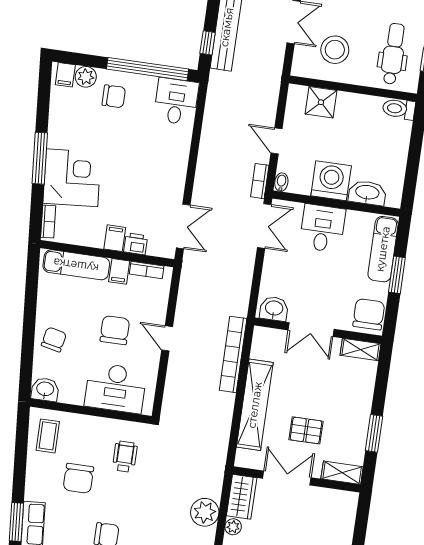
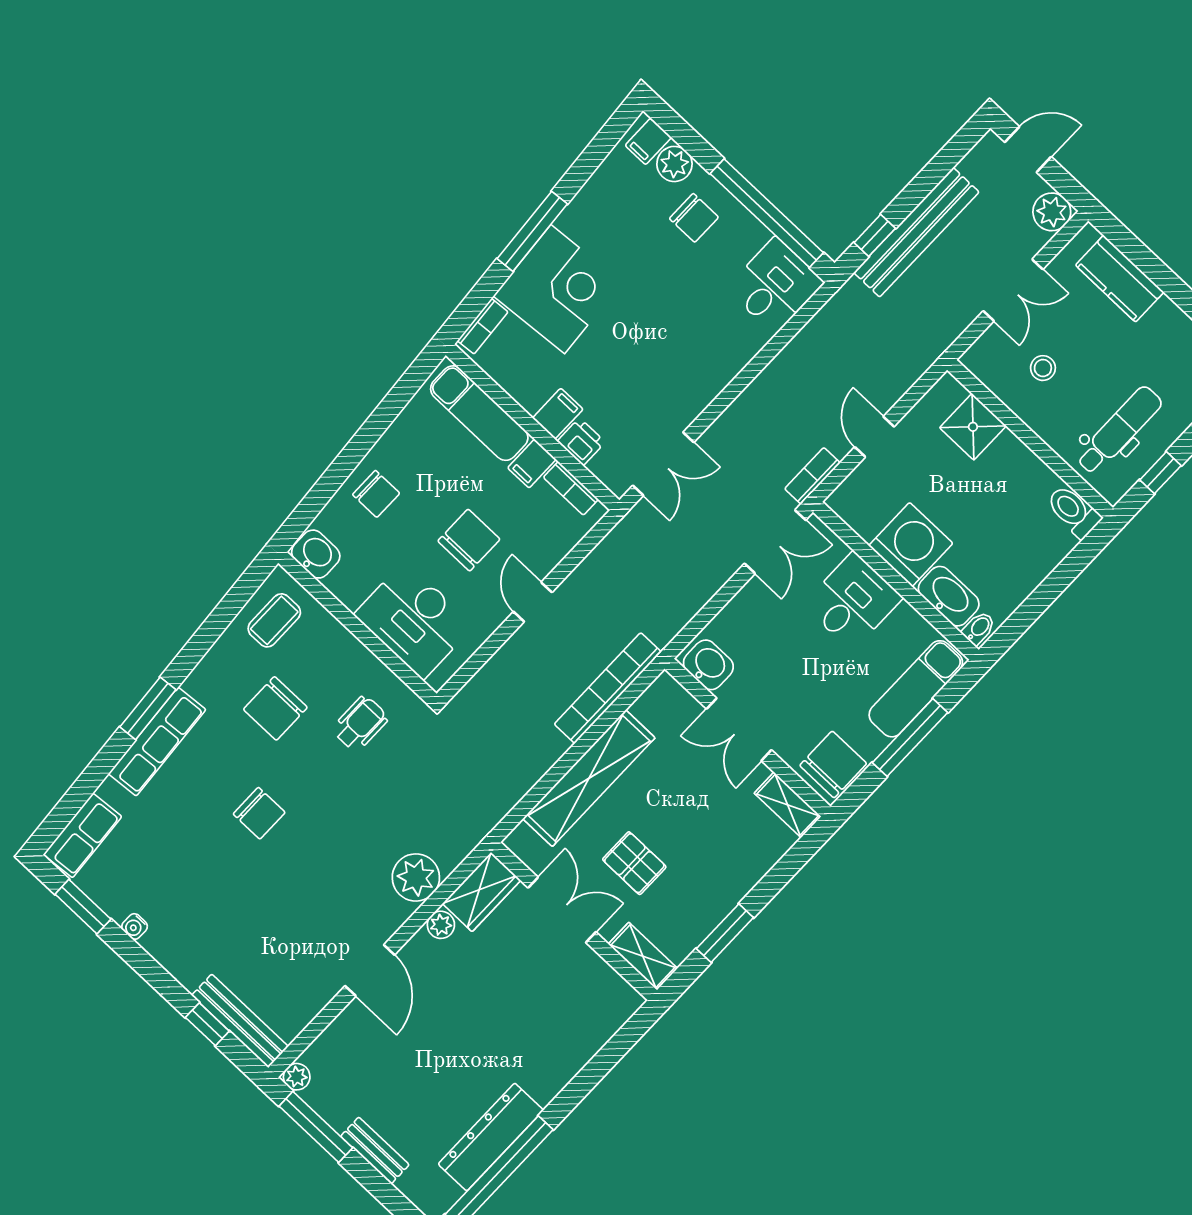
stool: (335, 50) -> (1043, 368), width x0.53, depth x0.53
bidet: (281, 182) -> (979, 628), moved
window: (397, 275) -> (910, 738), width x1.44
chair: (54, 339) -> (376, 494), turned 78

